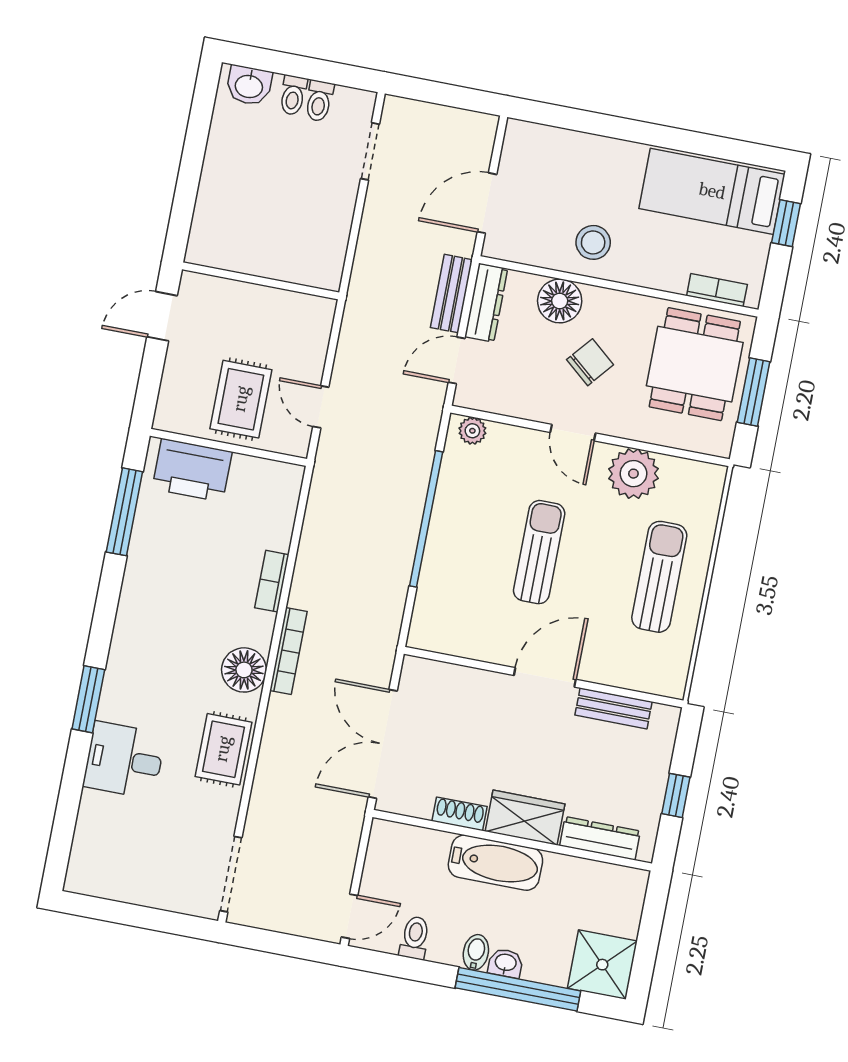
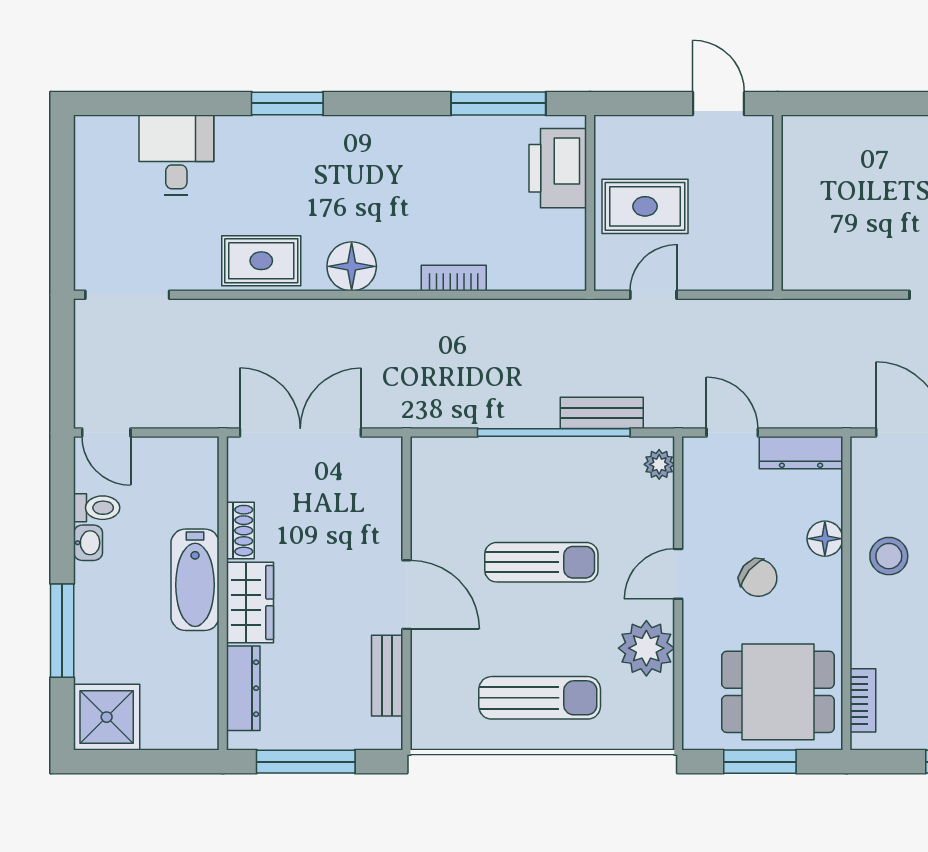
bench: (451, 294) -> (602, 413), moved
floor lamp: (560, 301) -> (825, 539), width x0.73, depth x0.73
bookcase: (288, 651) -> (382, 311), removed
desk: (124, 760) -> (176, 155), moved
window: (676, 795) -> (306, 762), width x2.17
bidet: (476, 952) -> (94, 577), removed
washbasin: (506, 963) -> (88, 543), moved
window: (518, 989) -> (62, 631), width x0.68

